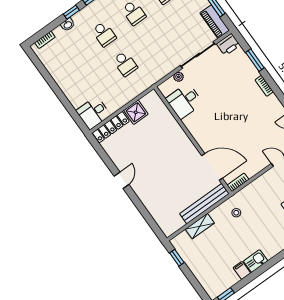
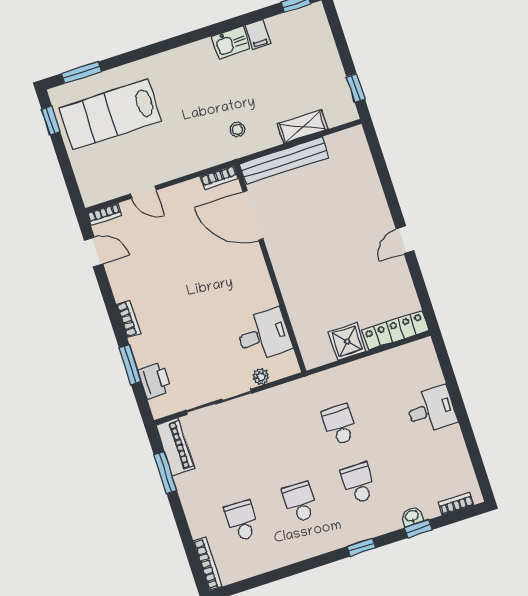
window: (71, 12) -> (418, 529), moved
printer: (228, 45) -> (155, 380), moved, turned 90
desk: (93, 113) -> (431, 410), moved

